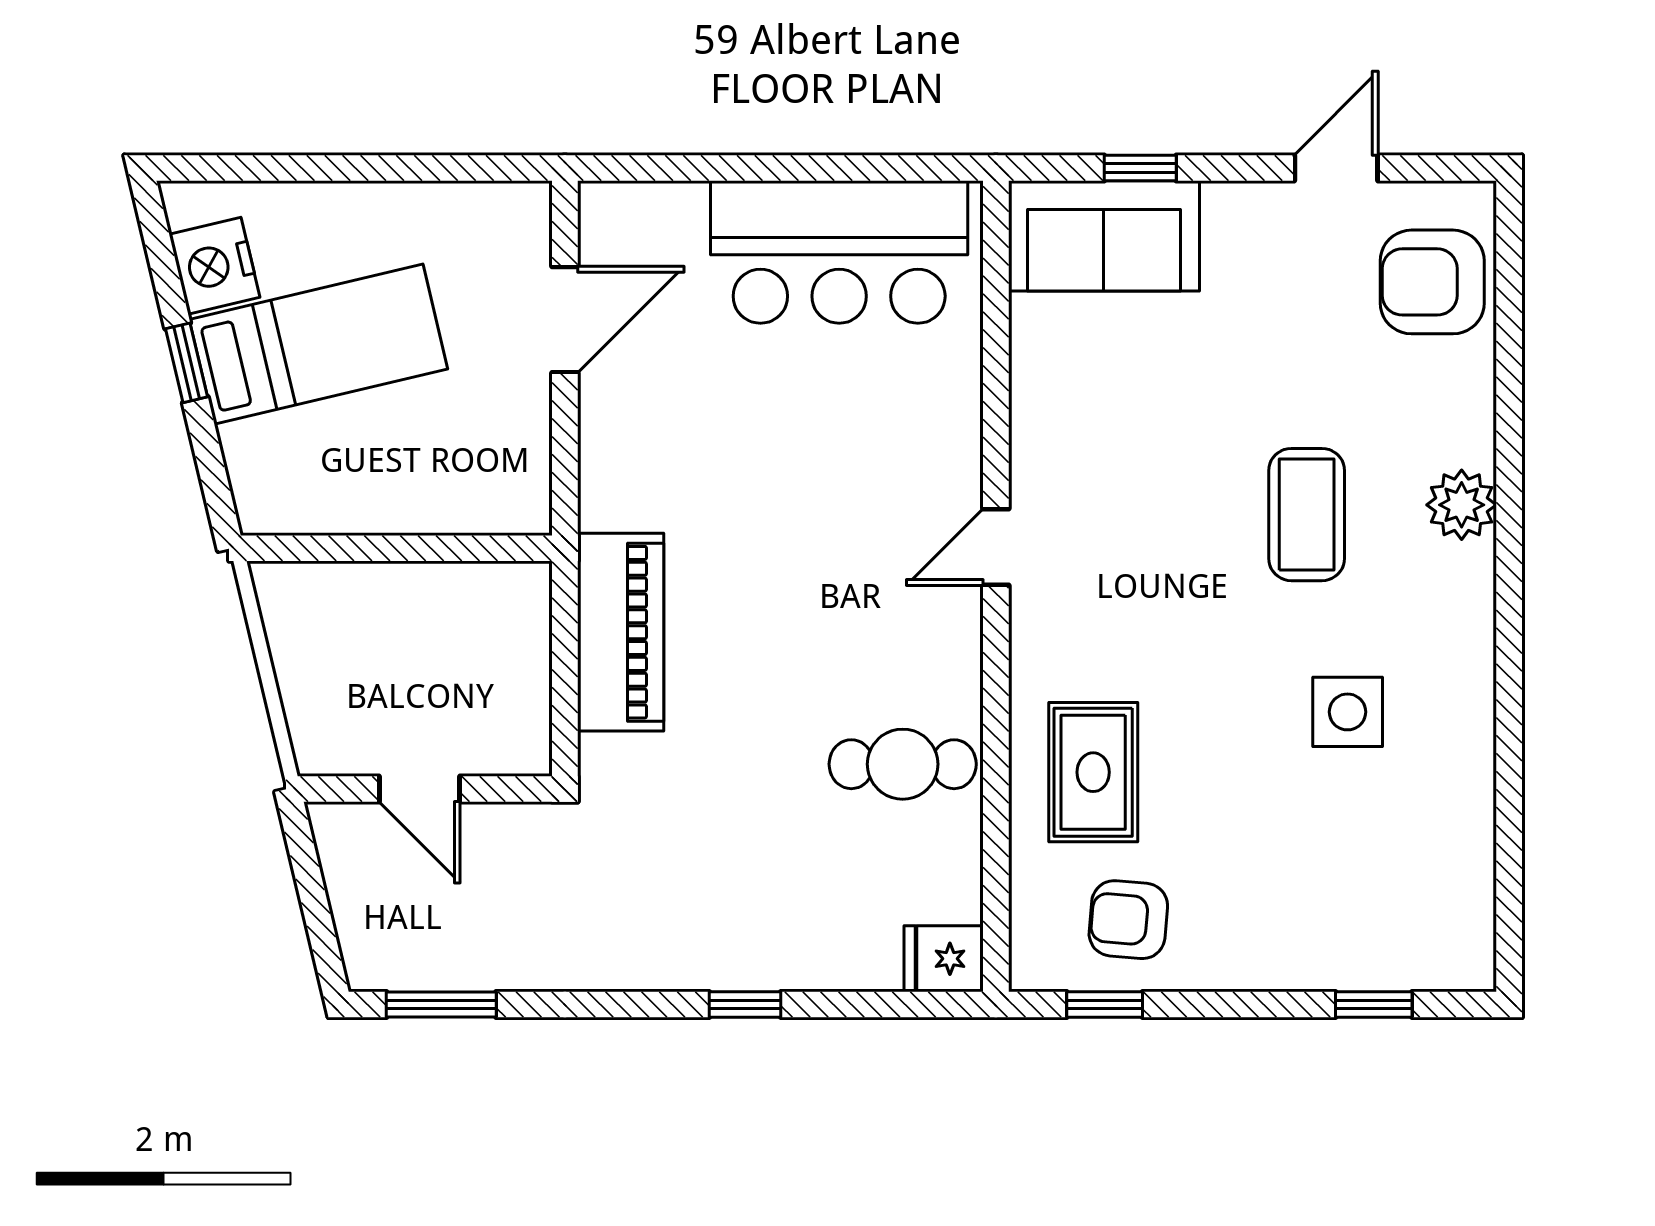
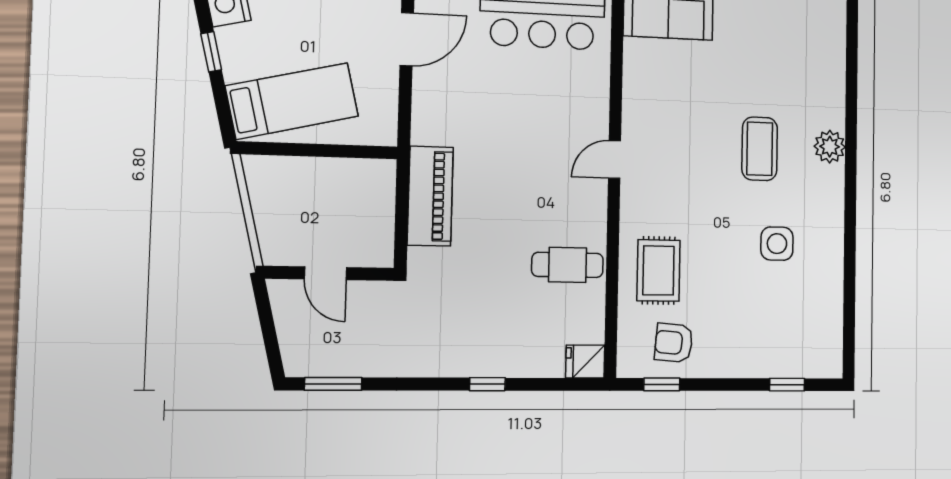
armchair: (1432, 282) -> (818, 41), removed
bed: (318, 344) -> (292, 101), moved

